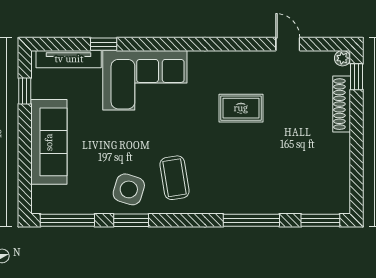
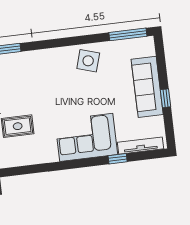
window: (25, 91) -> (165, 98), moved
coffee table: (175, 178) -> (58, 73), removed
window: (131, 220) -> (84, 40), removed

